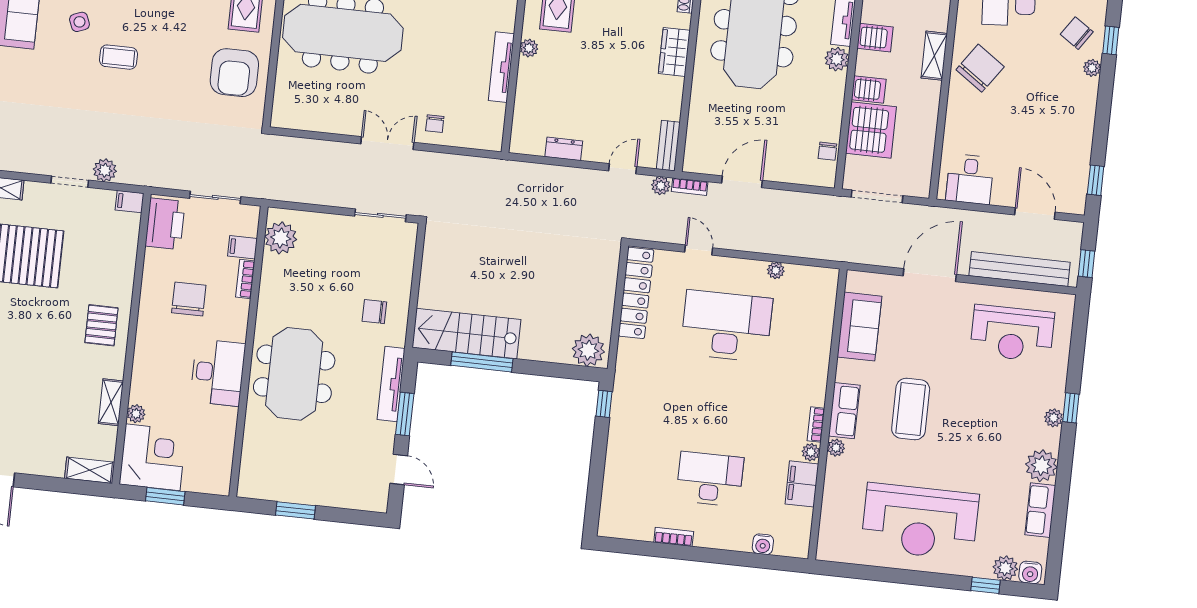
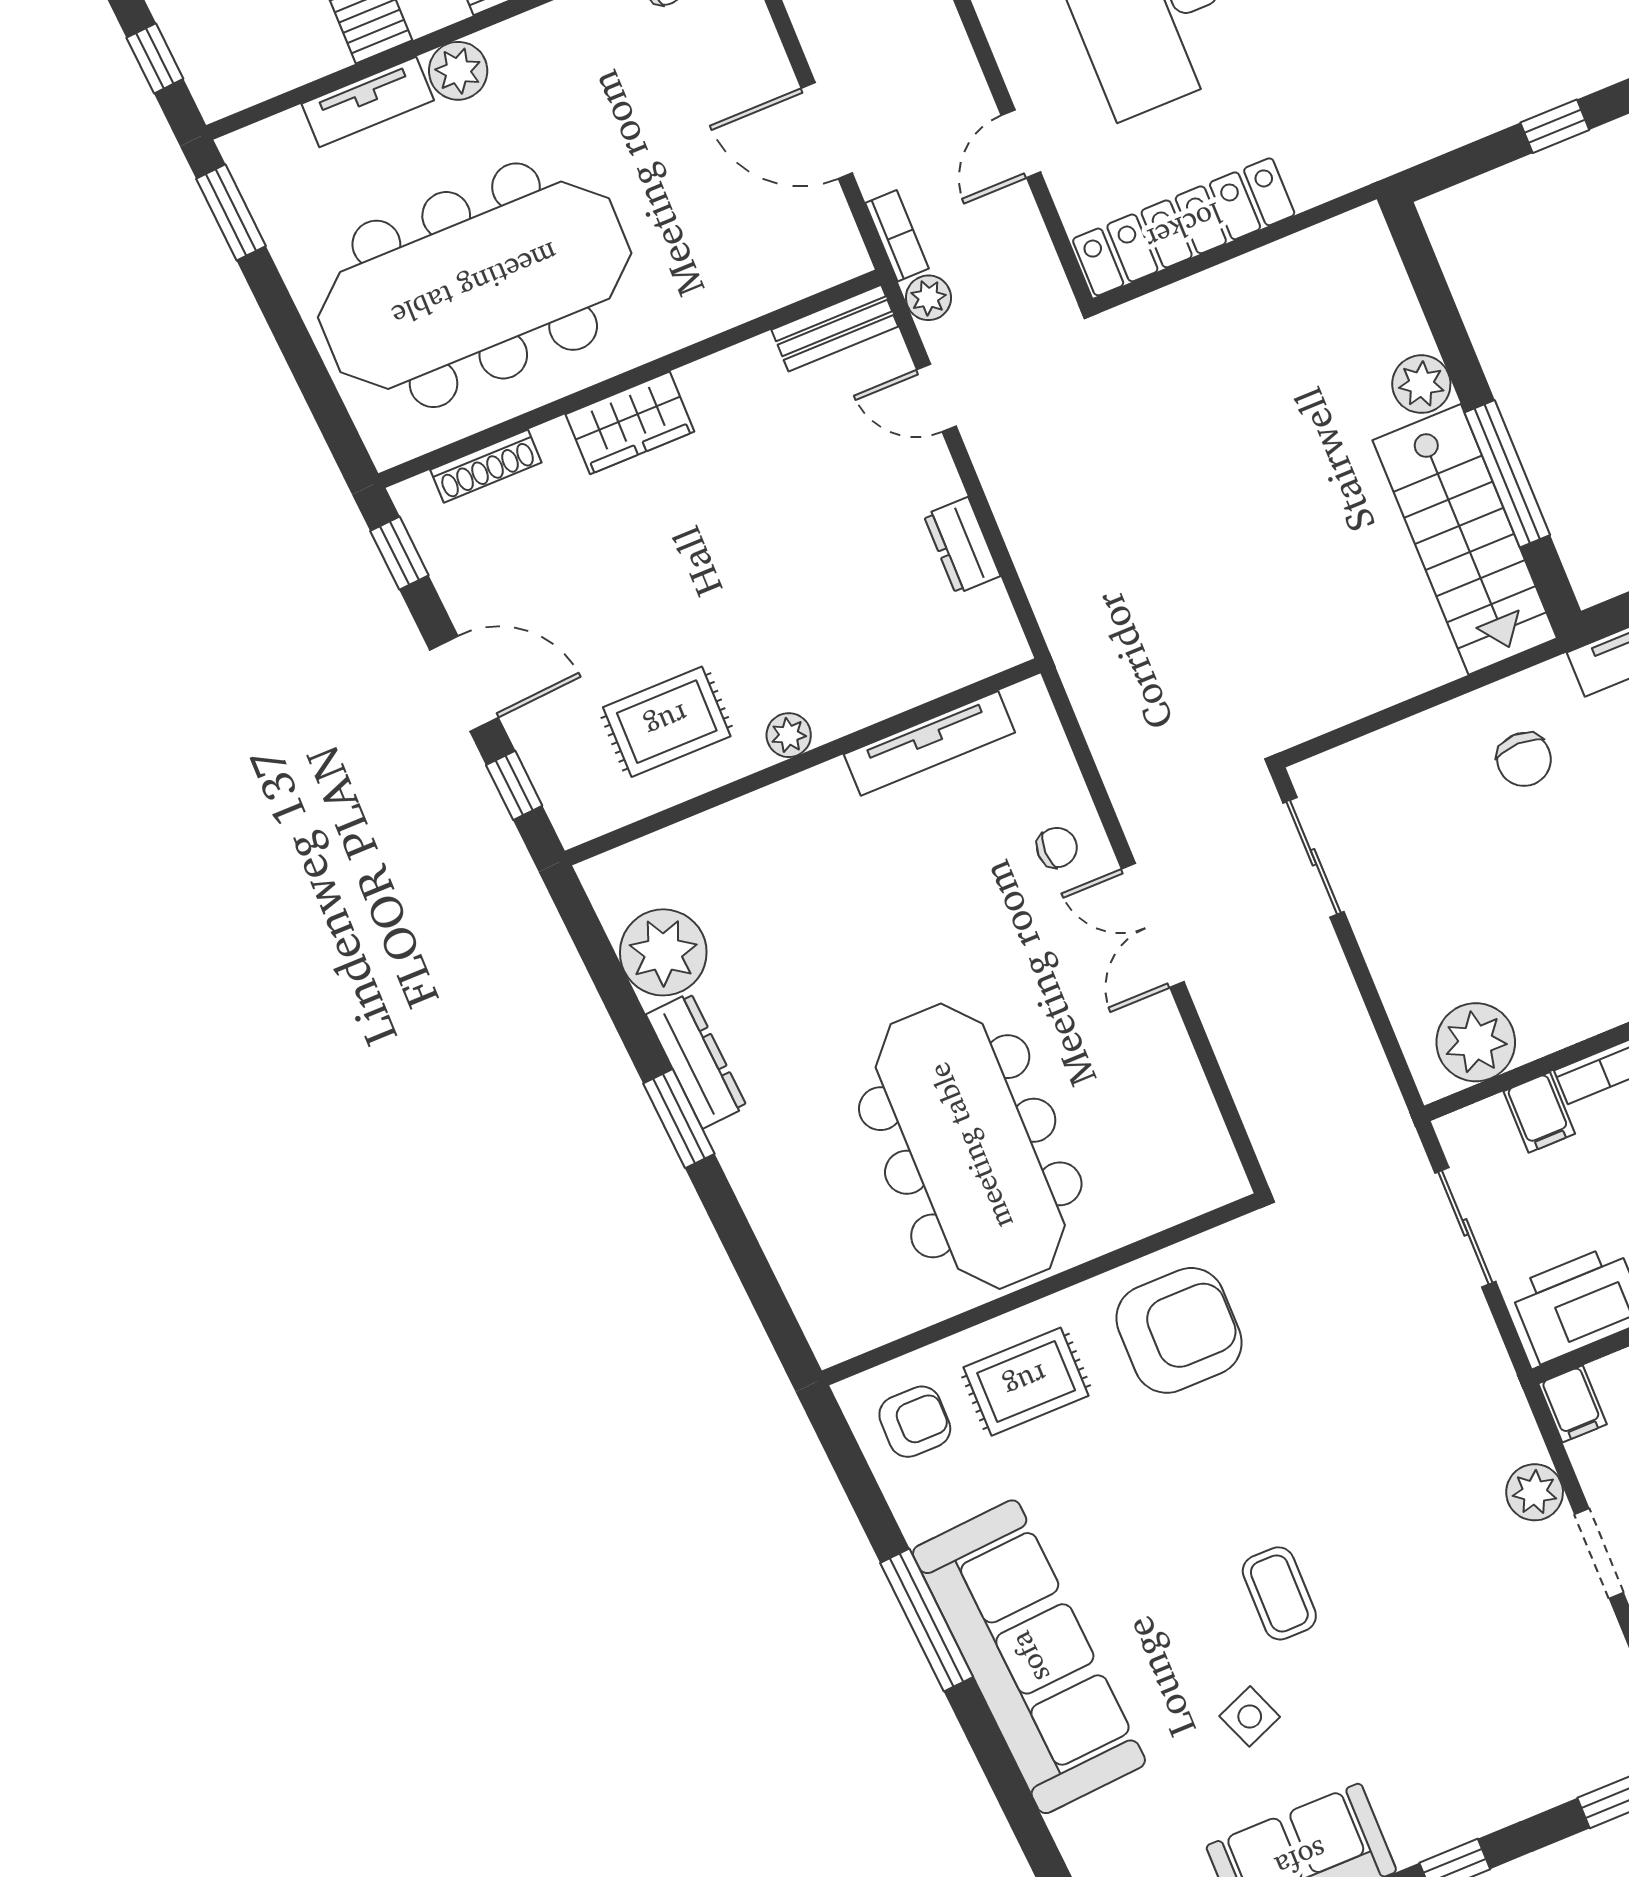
tv unit: (501, 67) -> (929, 743), moved
plant: (588, 350) -> (1421, 384), moved, width x0.73, depth x0.73
window: (604, 404) -> (1555, 126), moved

